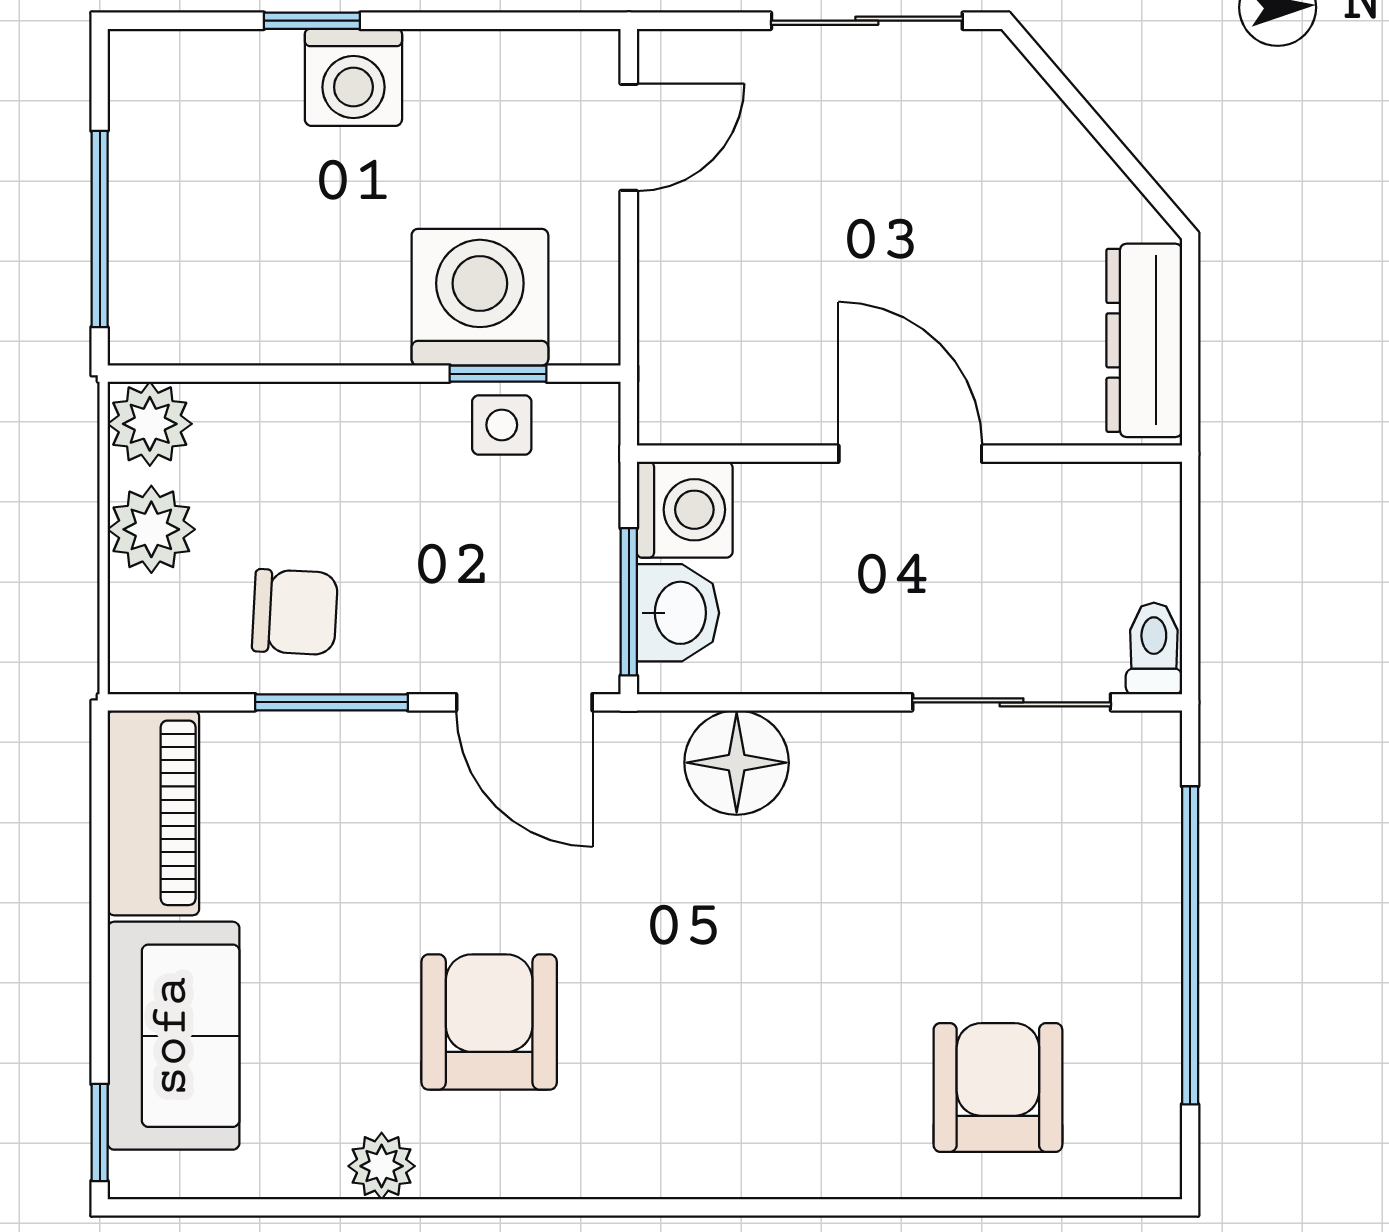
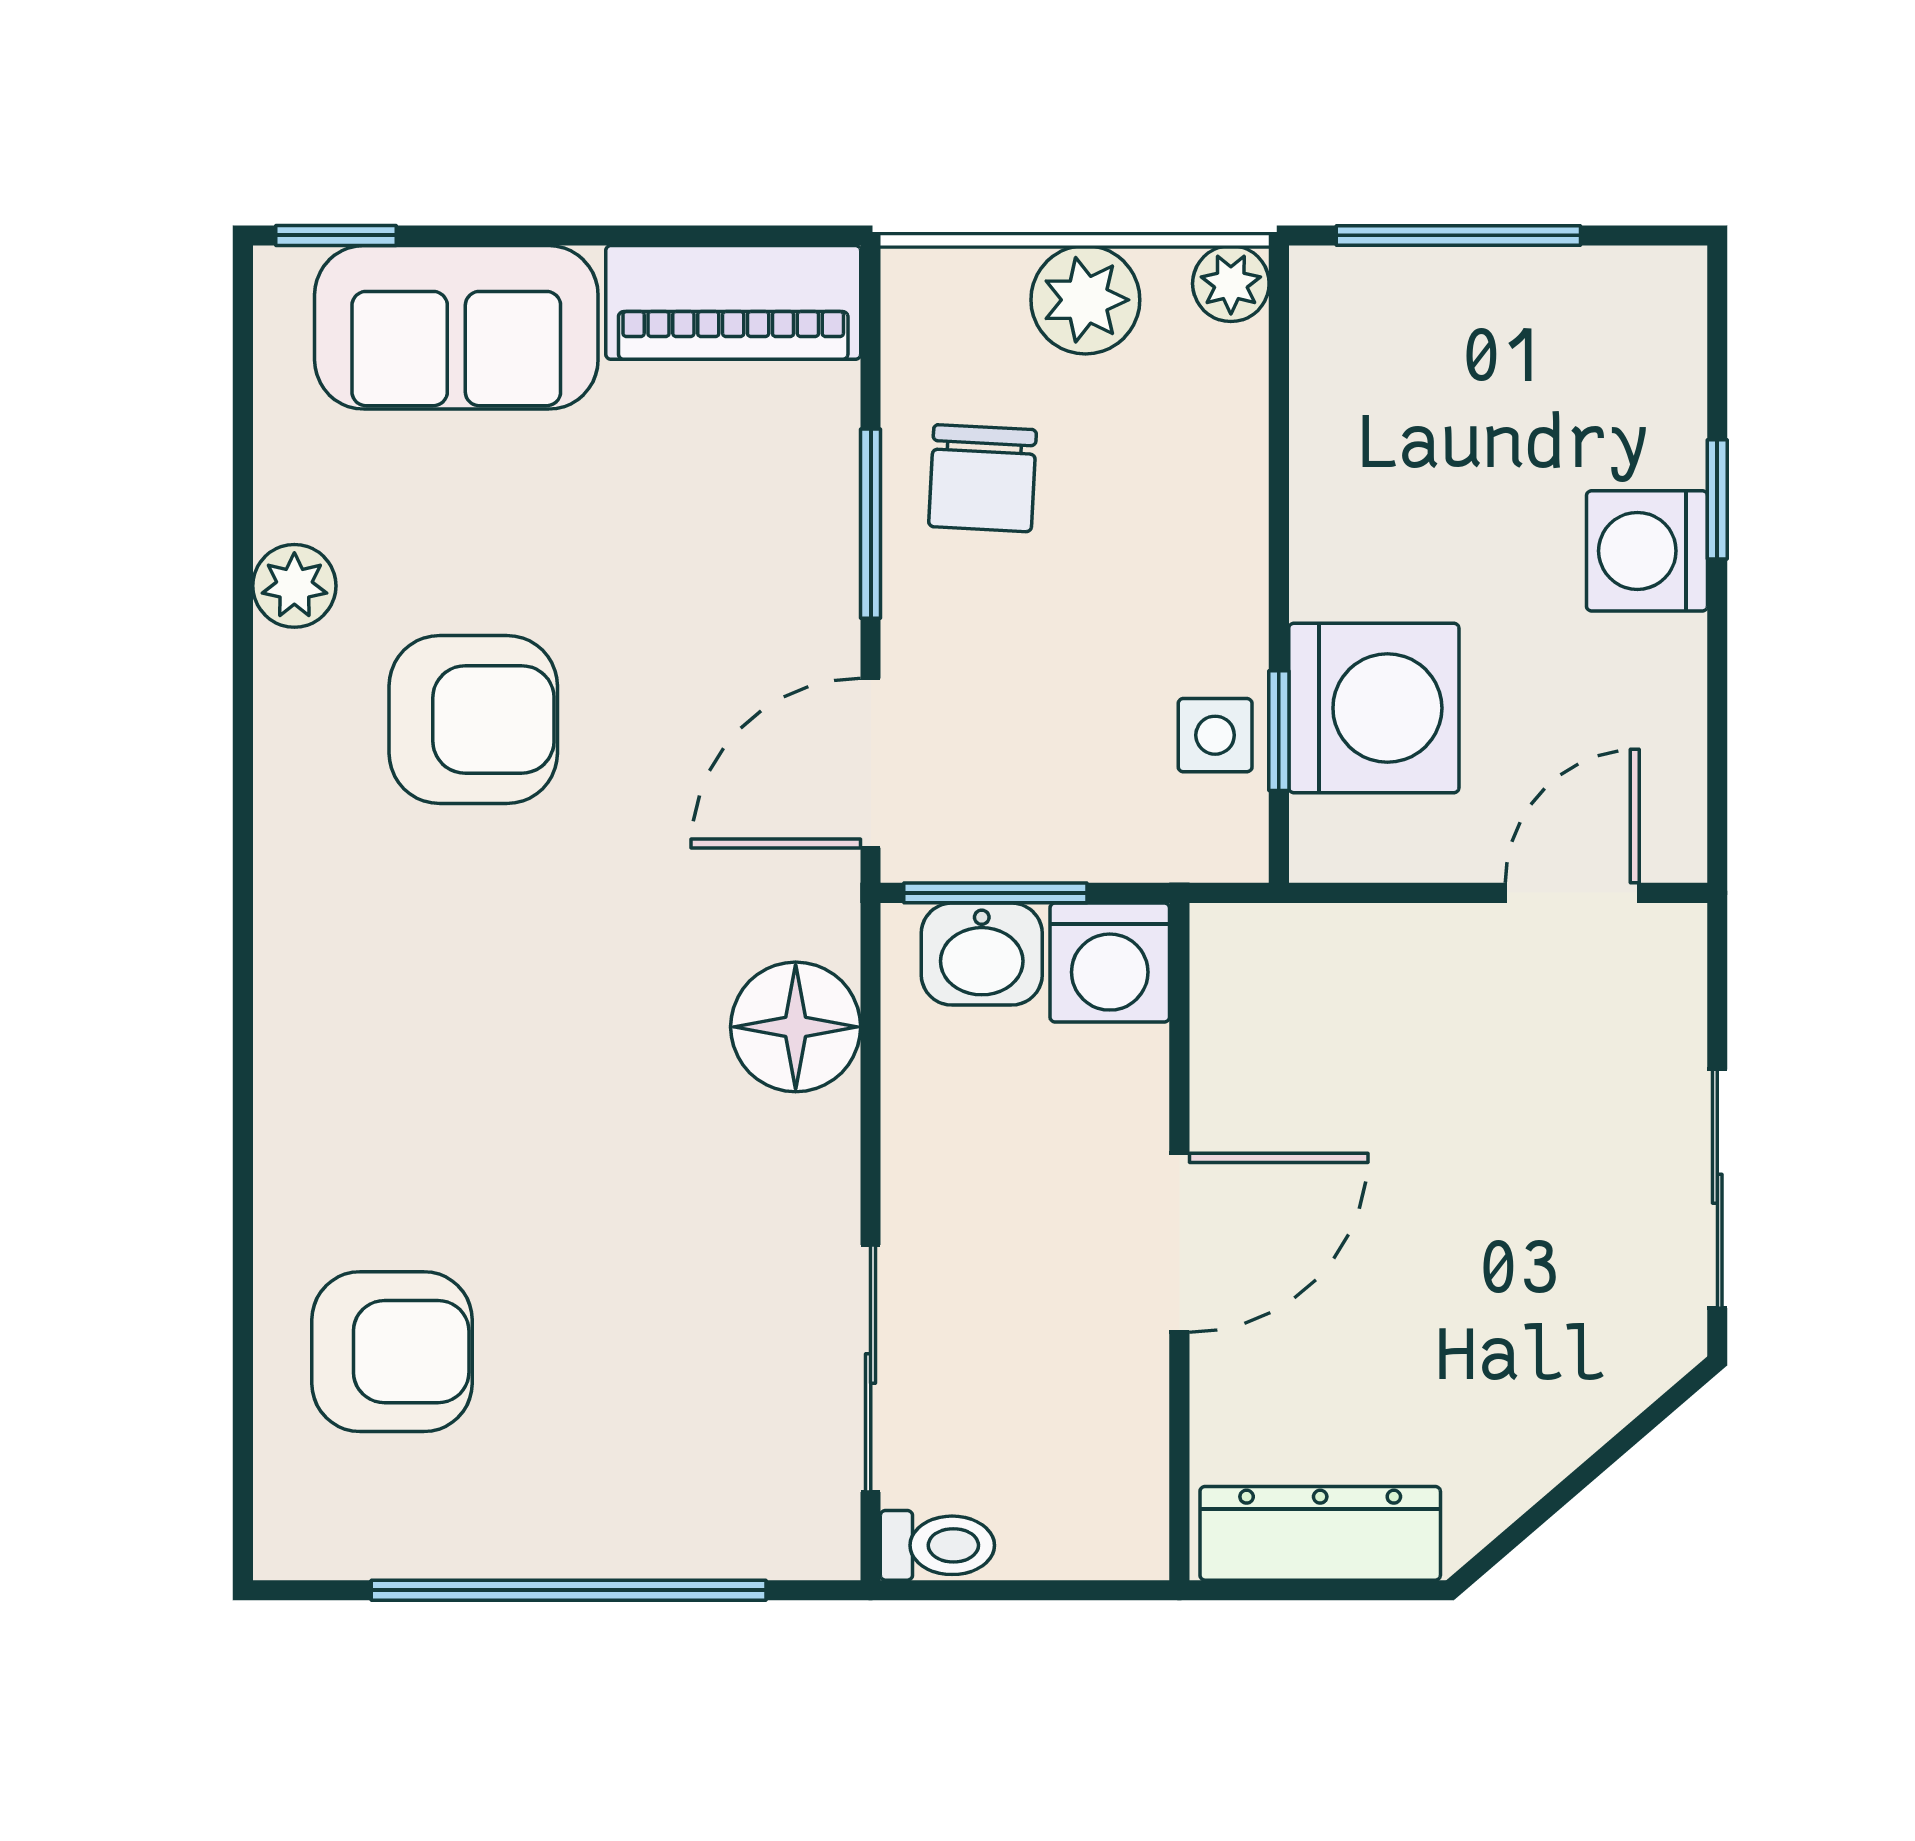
door: (629, 137) -> (1572, 893), swing flipped
plant: (150, 424) -> (1231, 284), width x0.73, depth x0.73

